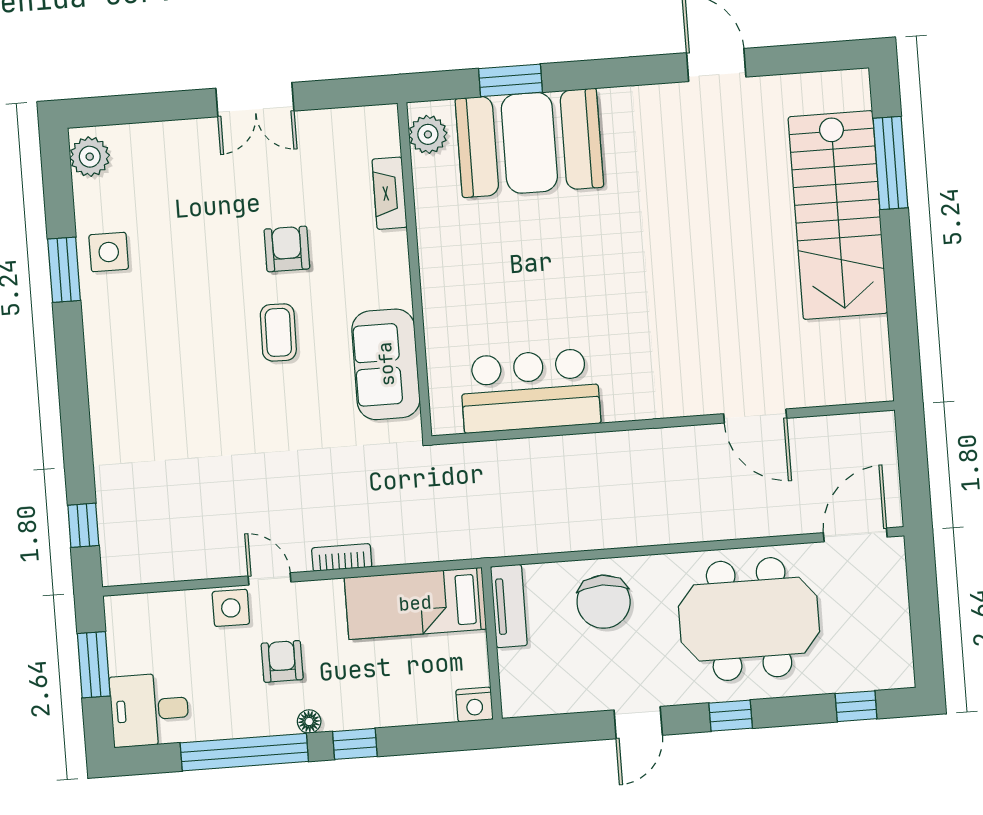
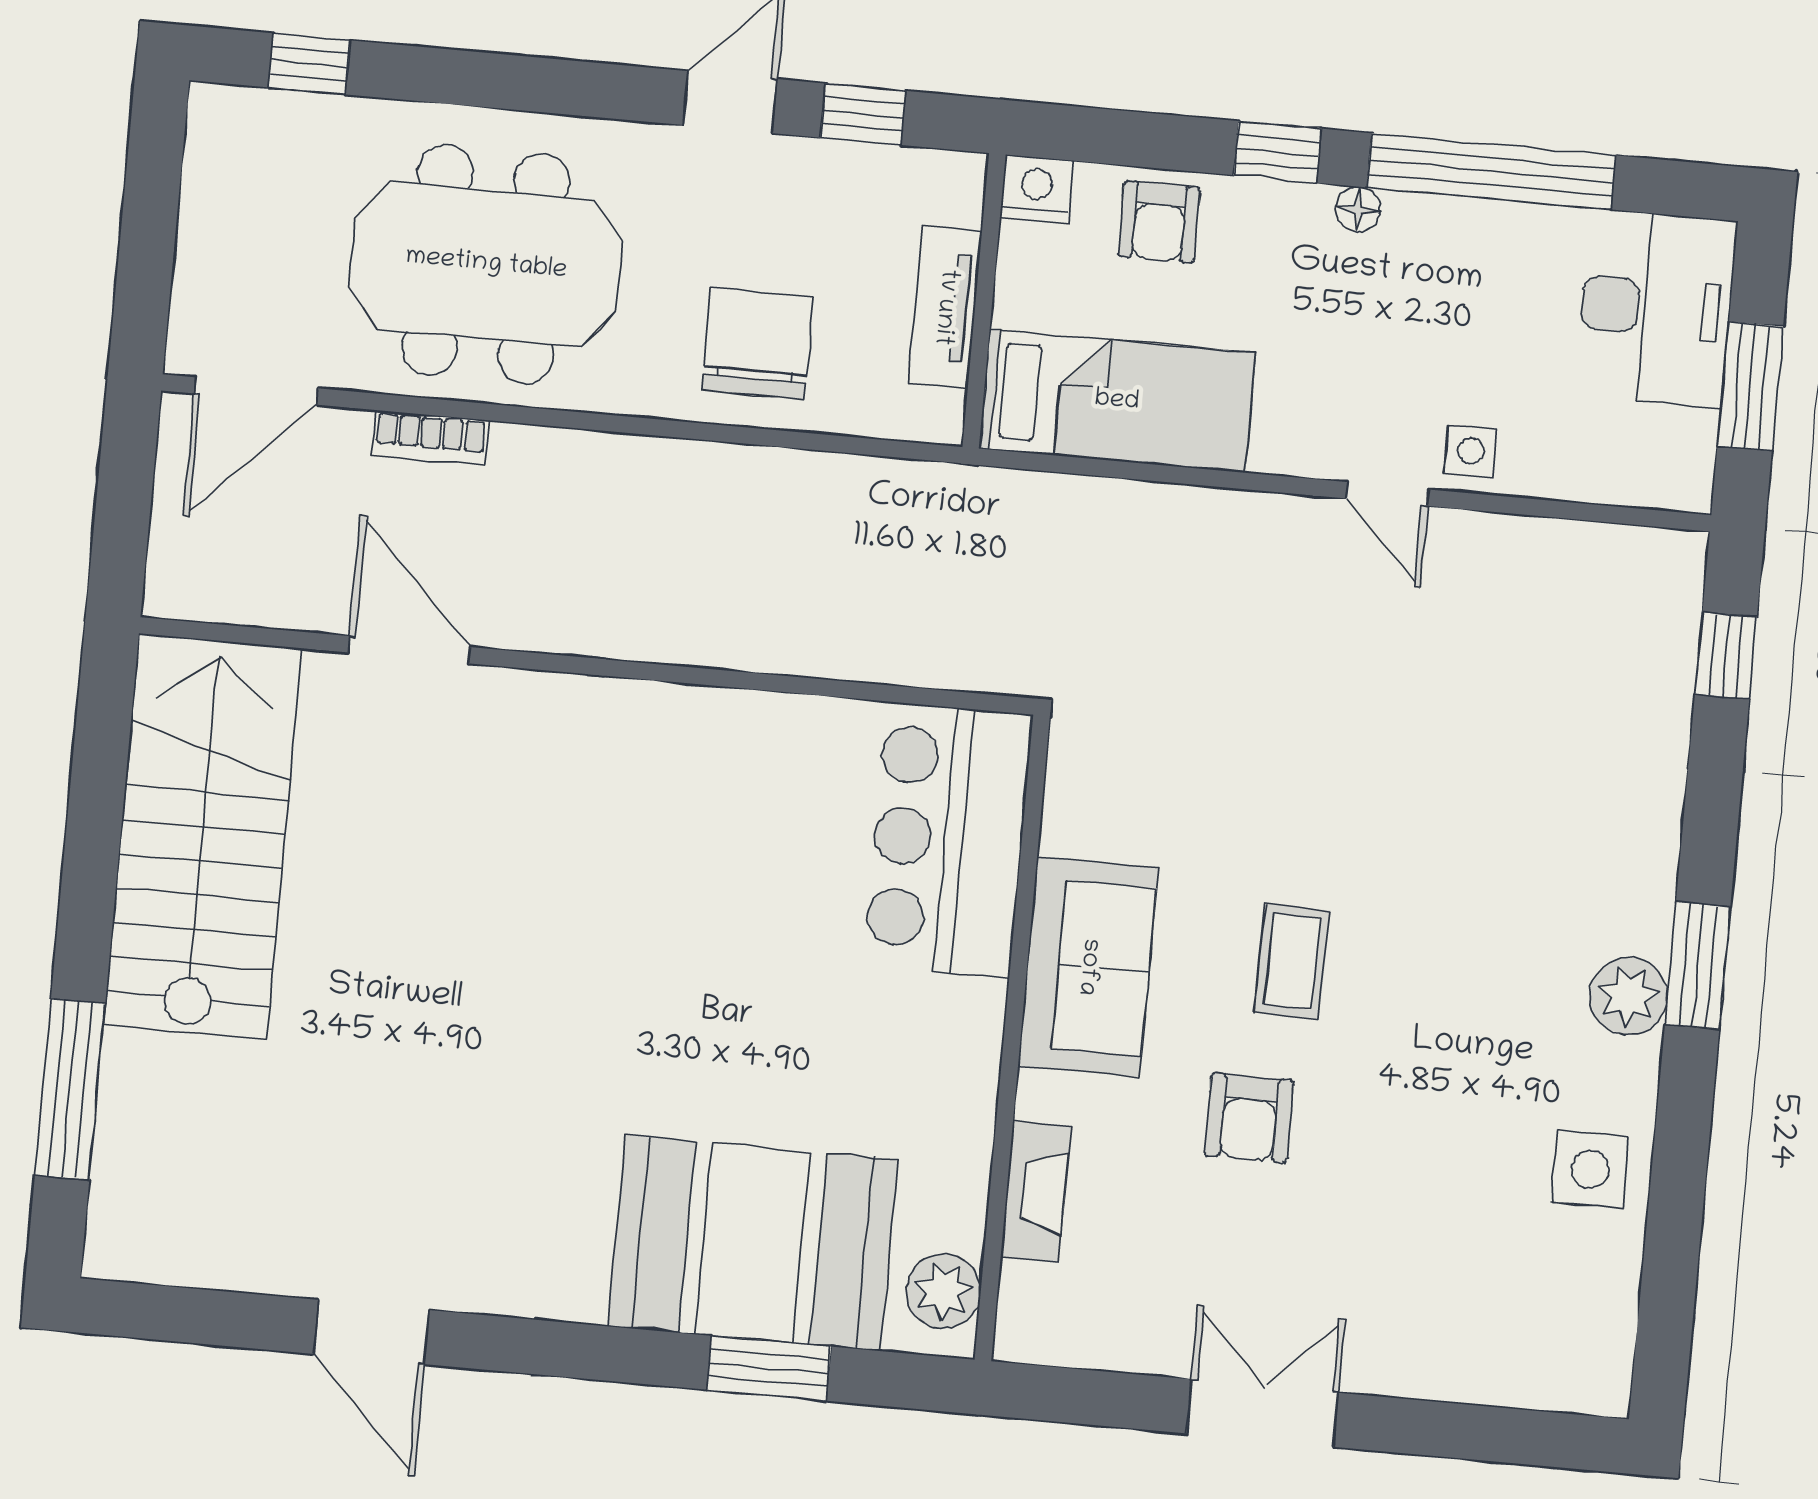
plant: (90, 157) -> (1629, 996), moved
stairs: (838, 215) -> (203, 837), moved
window: (64, 270) -> (1698, 966), moved
sofa: (386, 364) -> (1088, 967), moved
bar counter: (530, 391) -> (948, 840), moved, turned 90
bookcase: (342, 557) -> (431, 438), moved
tv unit: (509, 606) -> (945, 307), moved
side table: (231, 608) -> (1471, 451), width x0.73, depth x0.73
armchair: (282, 661) -> (1159, 222), moved
desk: (150, 710) -> (1656, 308), width x1.37
window: (731, 716) -> (863, 114), moved

